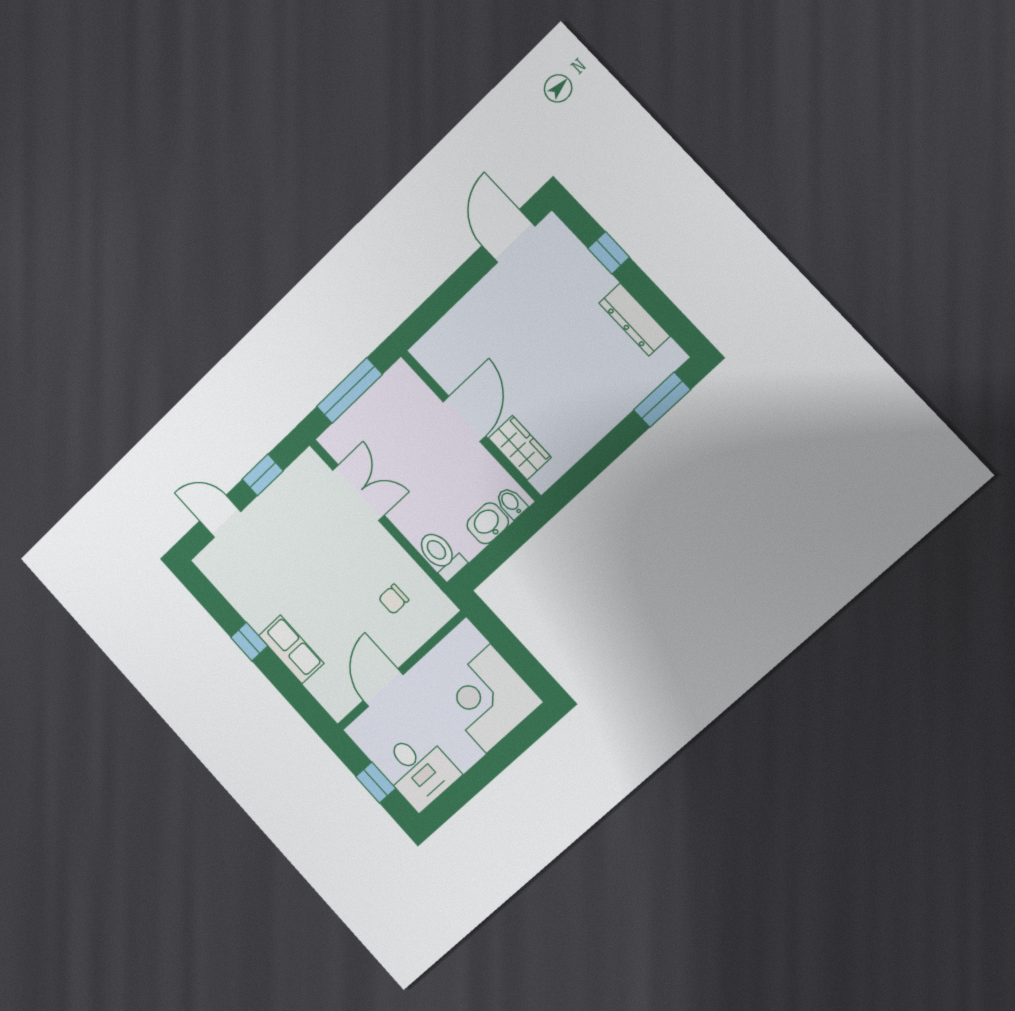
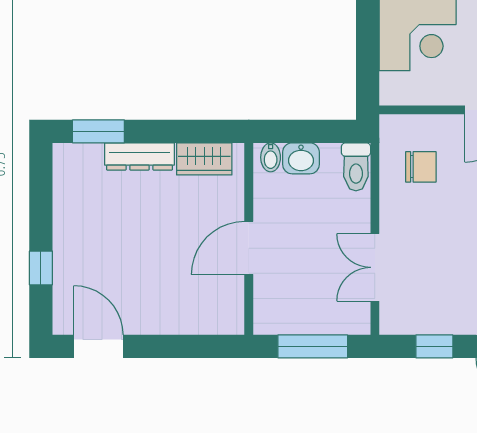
door: (508, 236) -> (98, 346), swing flipped
dresser: (635, 320) -> (140, 156), moved, turned 90
wardrobe: (520, 448) -> (204, 159), moved, turned -90
chair: (394, 599) -> (421, 167), width x1.37, depth x1.37

